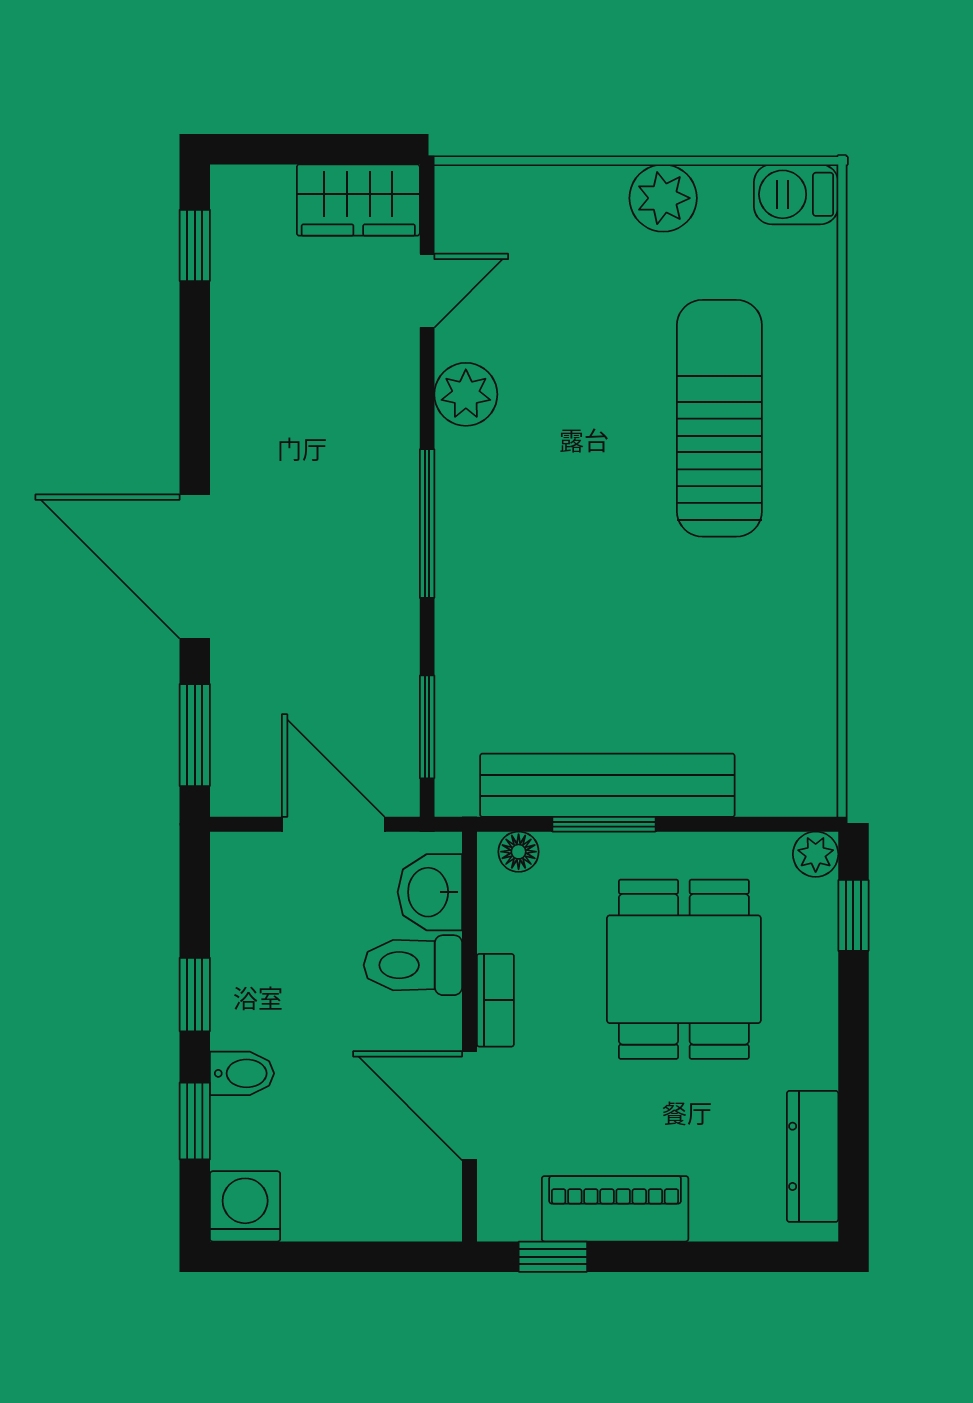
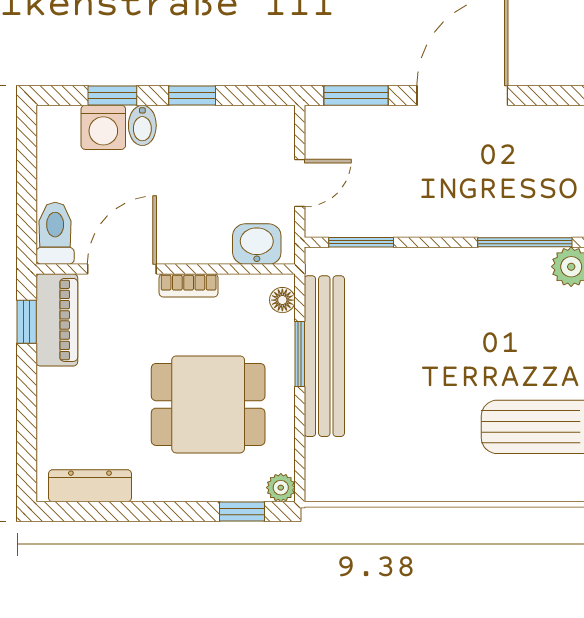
window: (427, 524) -> (525, 242), moved
door: (333, 824) -> (300, 183), width x0.73
toilet: (413, 965) -> (55, 233), moved
washing machine: (245, 1206) -> (103, 127), moved, turned 90
piano: (615, 1209) -> (57, 320), moved

